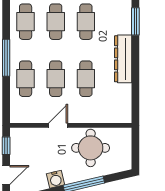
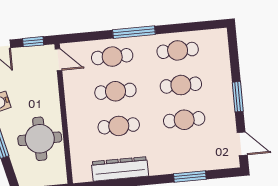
dresser: (123, 59) -> (120, 169), moved
door: (58, 125) -> (58, 60), moved

